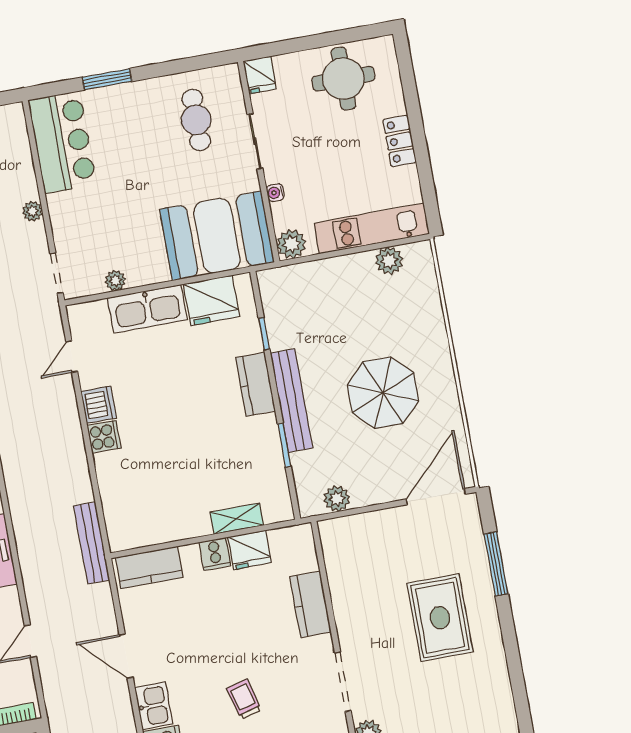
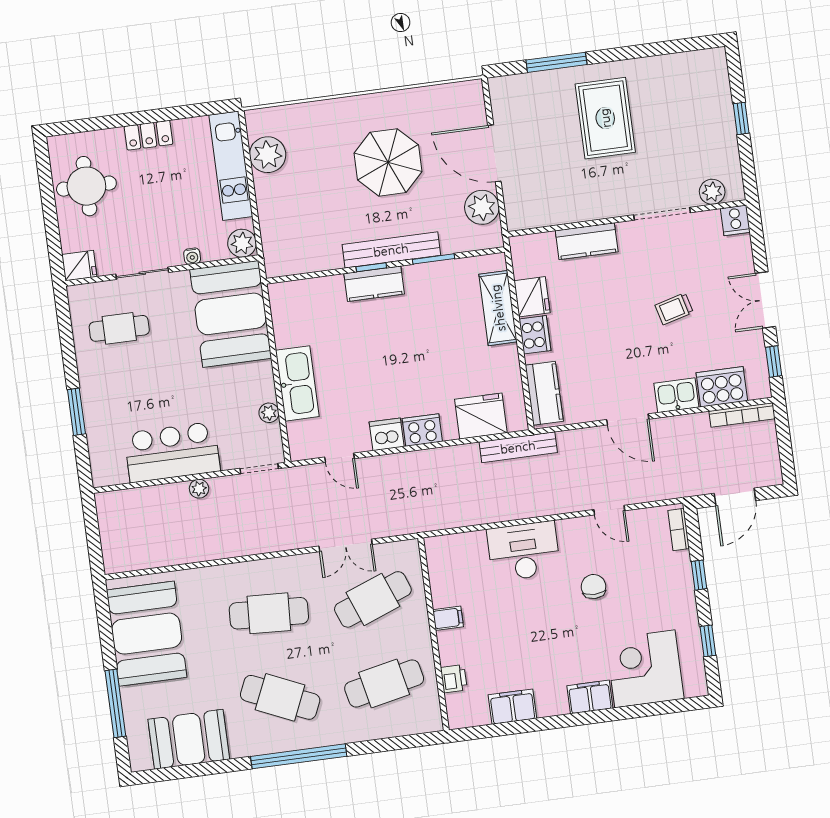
bar counter: (62, 142) -> (172, 452), moved
plant: (389, 261) -> (268, 155), width x1.36, depth x1.36
fridge: (211, 300) -> (481, 416), moved, turned -90
window: (264, 334) -> (371, 267), moved
cooker: (104, 437) -> (422, 430), width x1.36
door: (436, 497) -> (494, 153), moved
plant: (337, 499) -> (482, 207), width x1.36, depth x1.36
shelving: (237, 519) -> (498, 308), width x1.50, depth x1.33
cooker: (215, 554) -> (535, 335), width x1.36
rug: (440, 618) -> (605, 118), turned 90
door: (126, 656) -> (628, 419), hinge flipped

